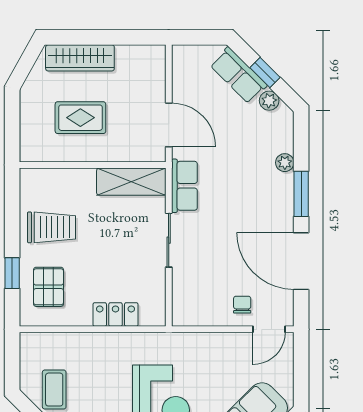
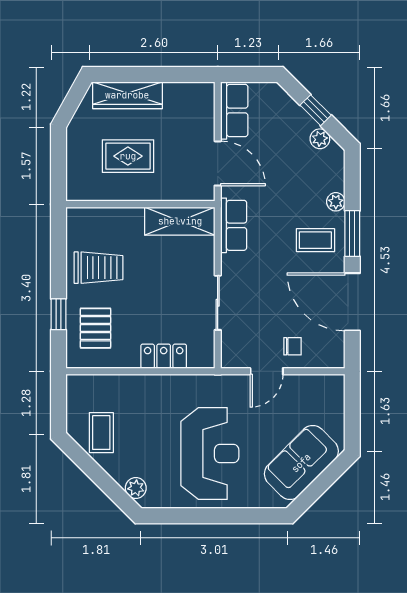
row of seats: (238, 75) -> (234, 111), moved, turned -135
coffee table: (265, 200) -> (315, 240), added
sliding door: (169, 240) -> (218, 303), moved
chair: (242, 305) -> (292, 346), turned 90
door: (269, 329) -> (267, 371), moved

